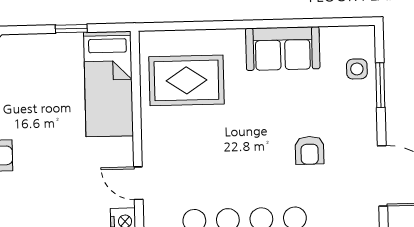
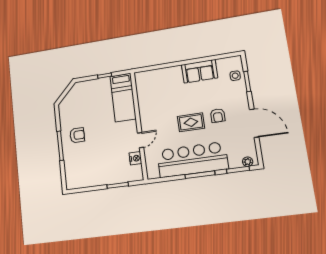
rug: (186, 80) -> (191, 122), moved, width x0.73, depth x0.70
door: (138, 183) -> (141, 140), swing flipped

